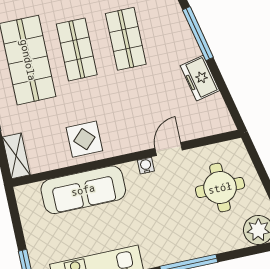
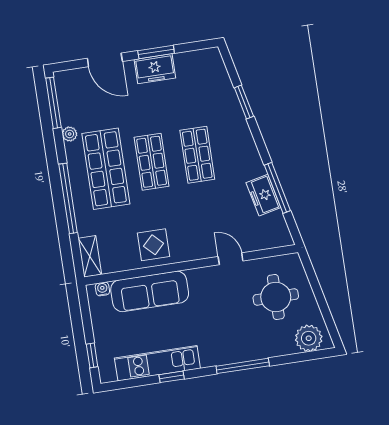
window: (198, 34) -> (277, 188), moved
door: (169, 149) -> (231, 259), hinge flipped
water cooler: (146, 166) -> (102, 289), moved

